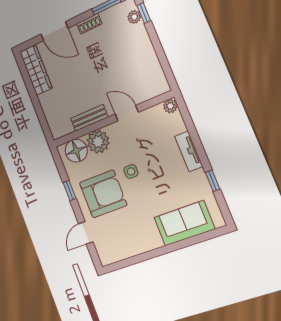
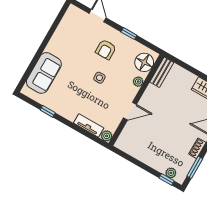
bench: (89, 118) -> (162, 72), moved
plant: (98, 142) -> (138, 82), width x0.53, depth x0.53
tv unit: (189, 151) -> (89, 125), moved
armchair: (103, 194) -> (106, 49), width x0.53, depth x0.53

